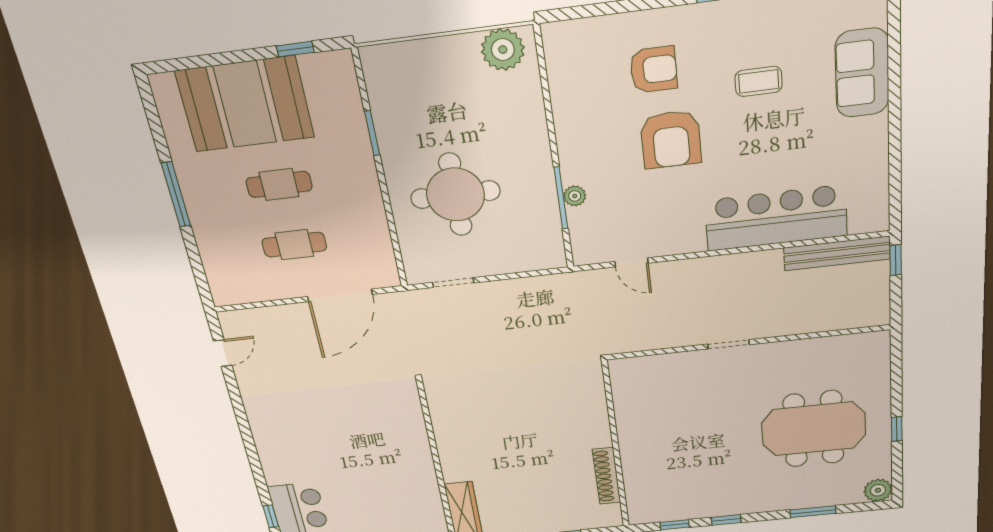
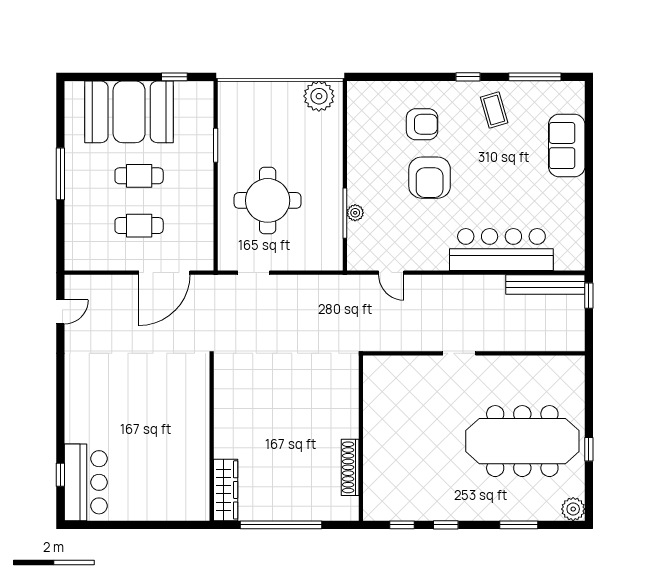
coffee table: (759, 81) -> (494, 110), moved, turned 74
meeting table: (814, 429) -> (522, 441), width x1.36

